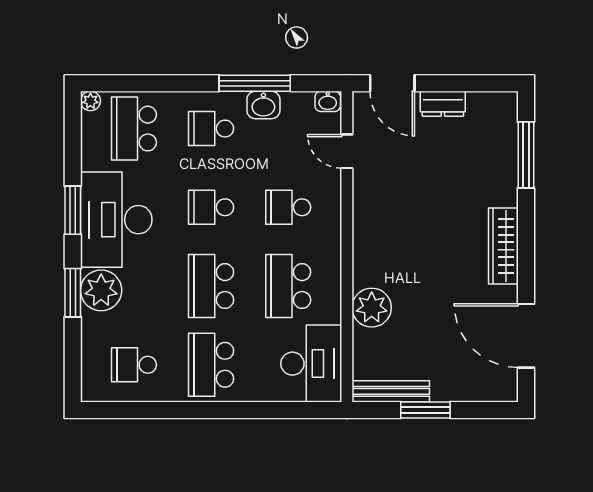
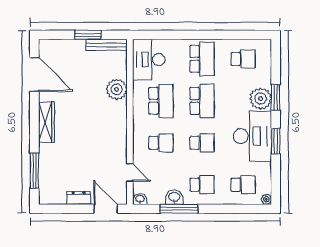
school desk: (134, 129) -> (243, 185), width x0.54

